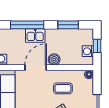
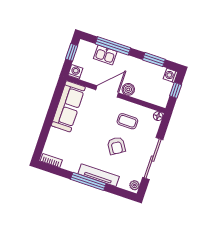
kitchen sink: (35, 35) -> (105, 55), moved
washing machine: (88, 51) -> (170, 75), moved

